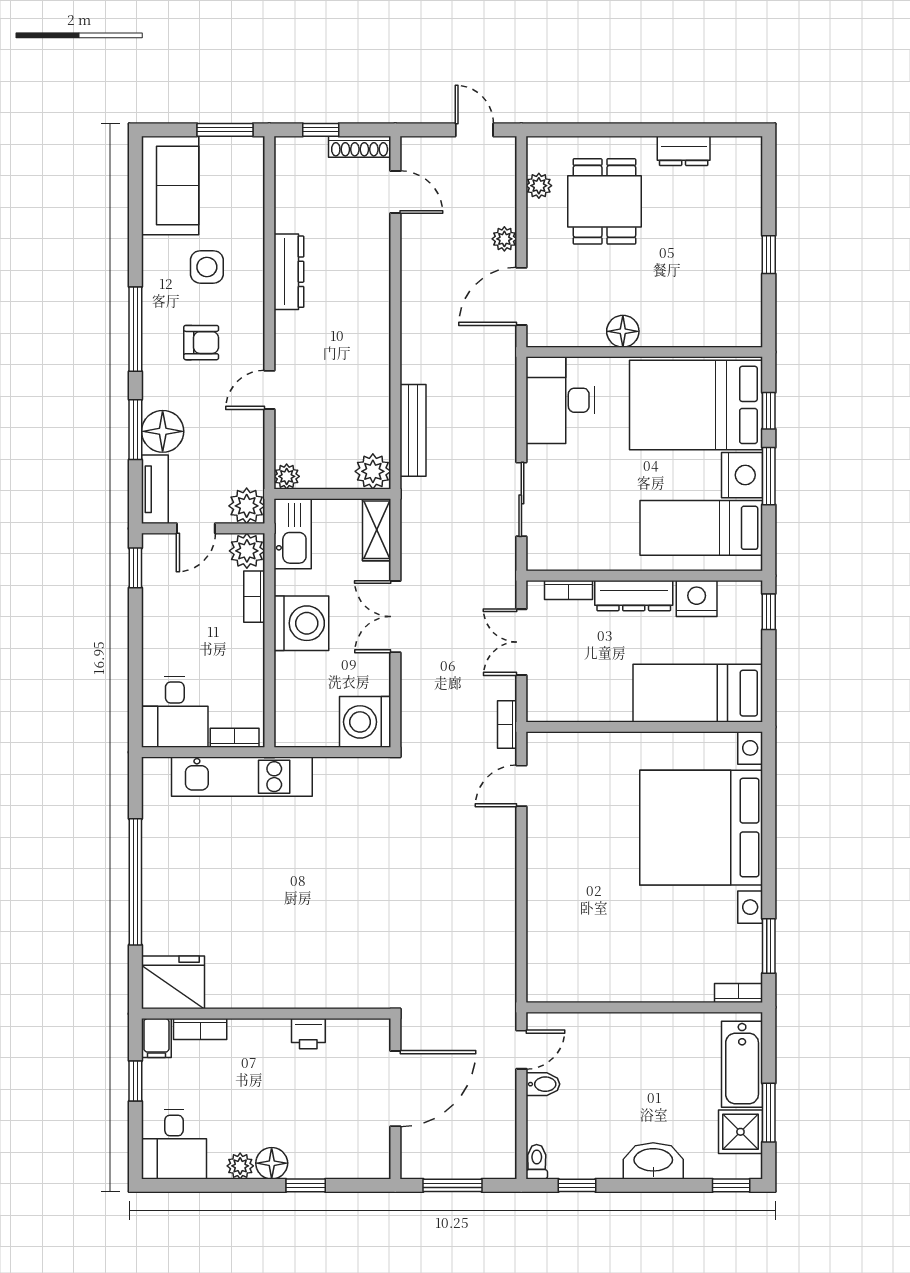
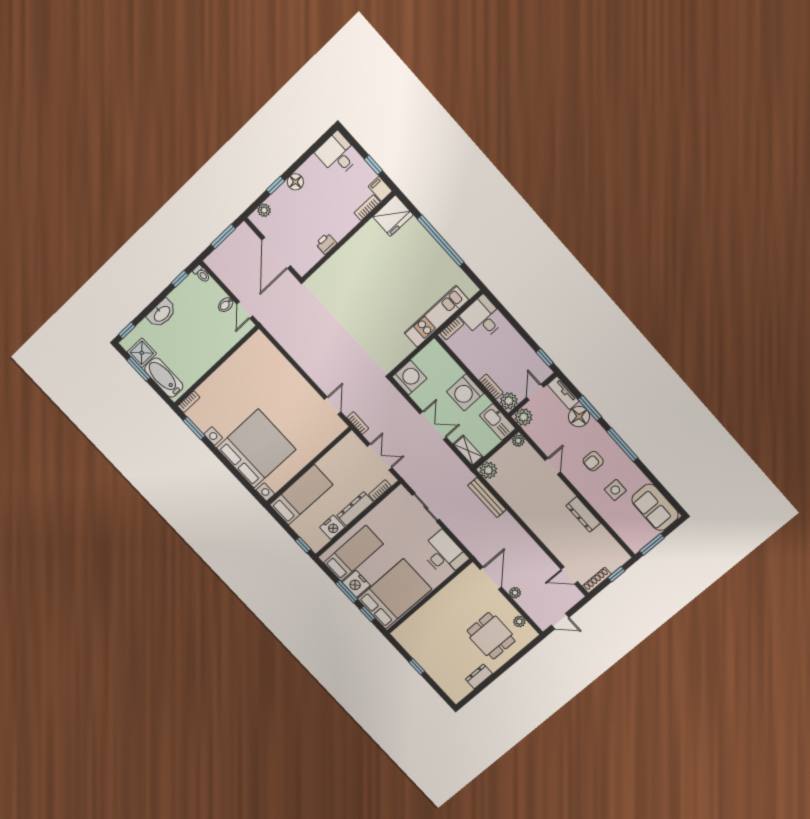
floor lamp: (623, 331) -> (444, 597), removed
plant: (240, 1166) -> (264, 210), moved

